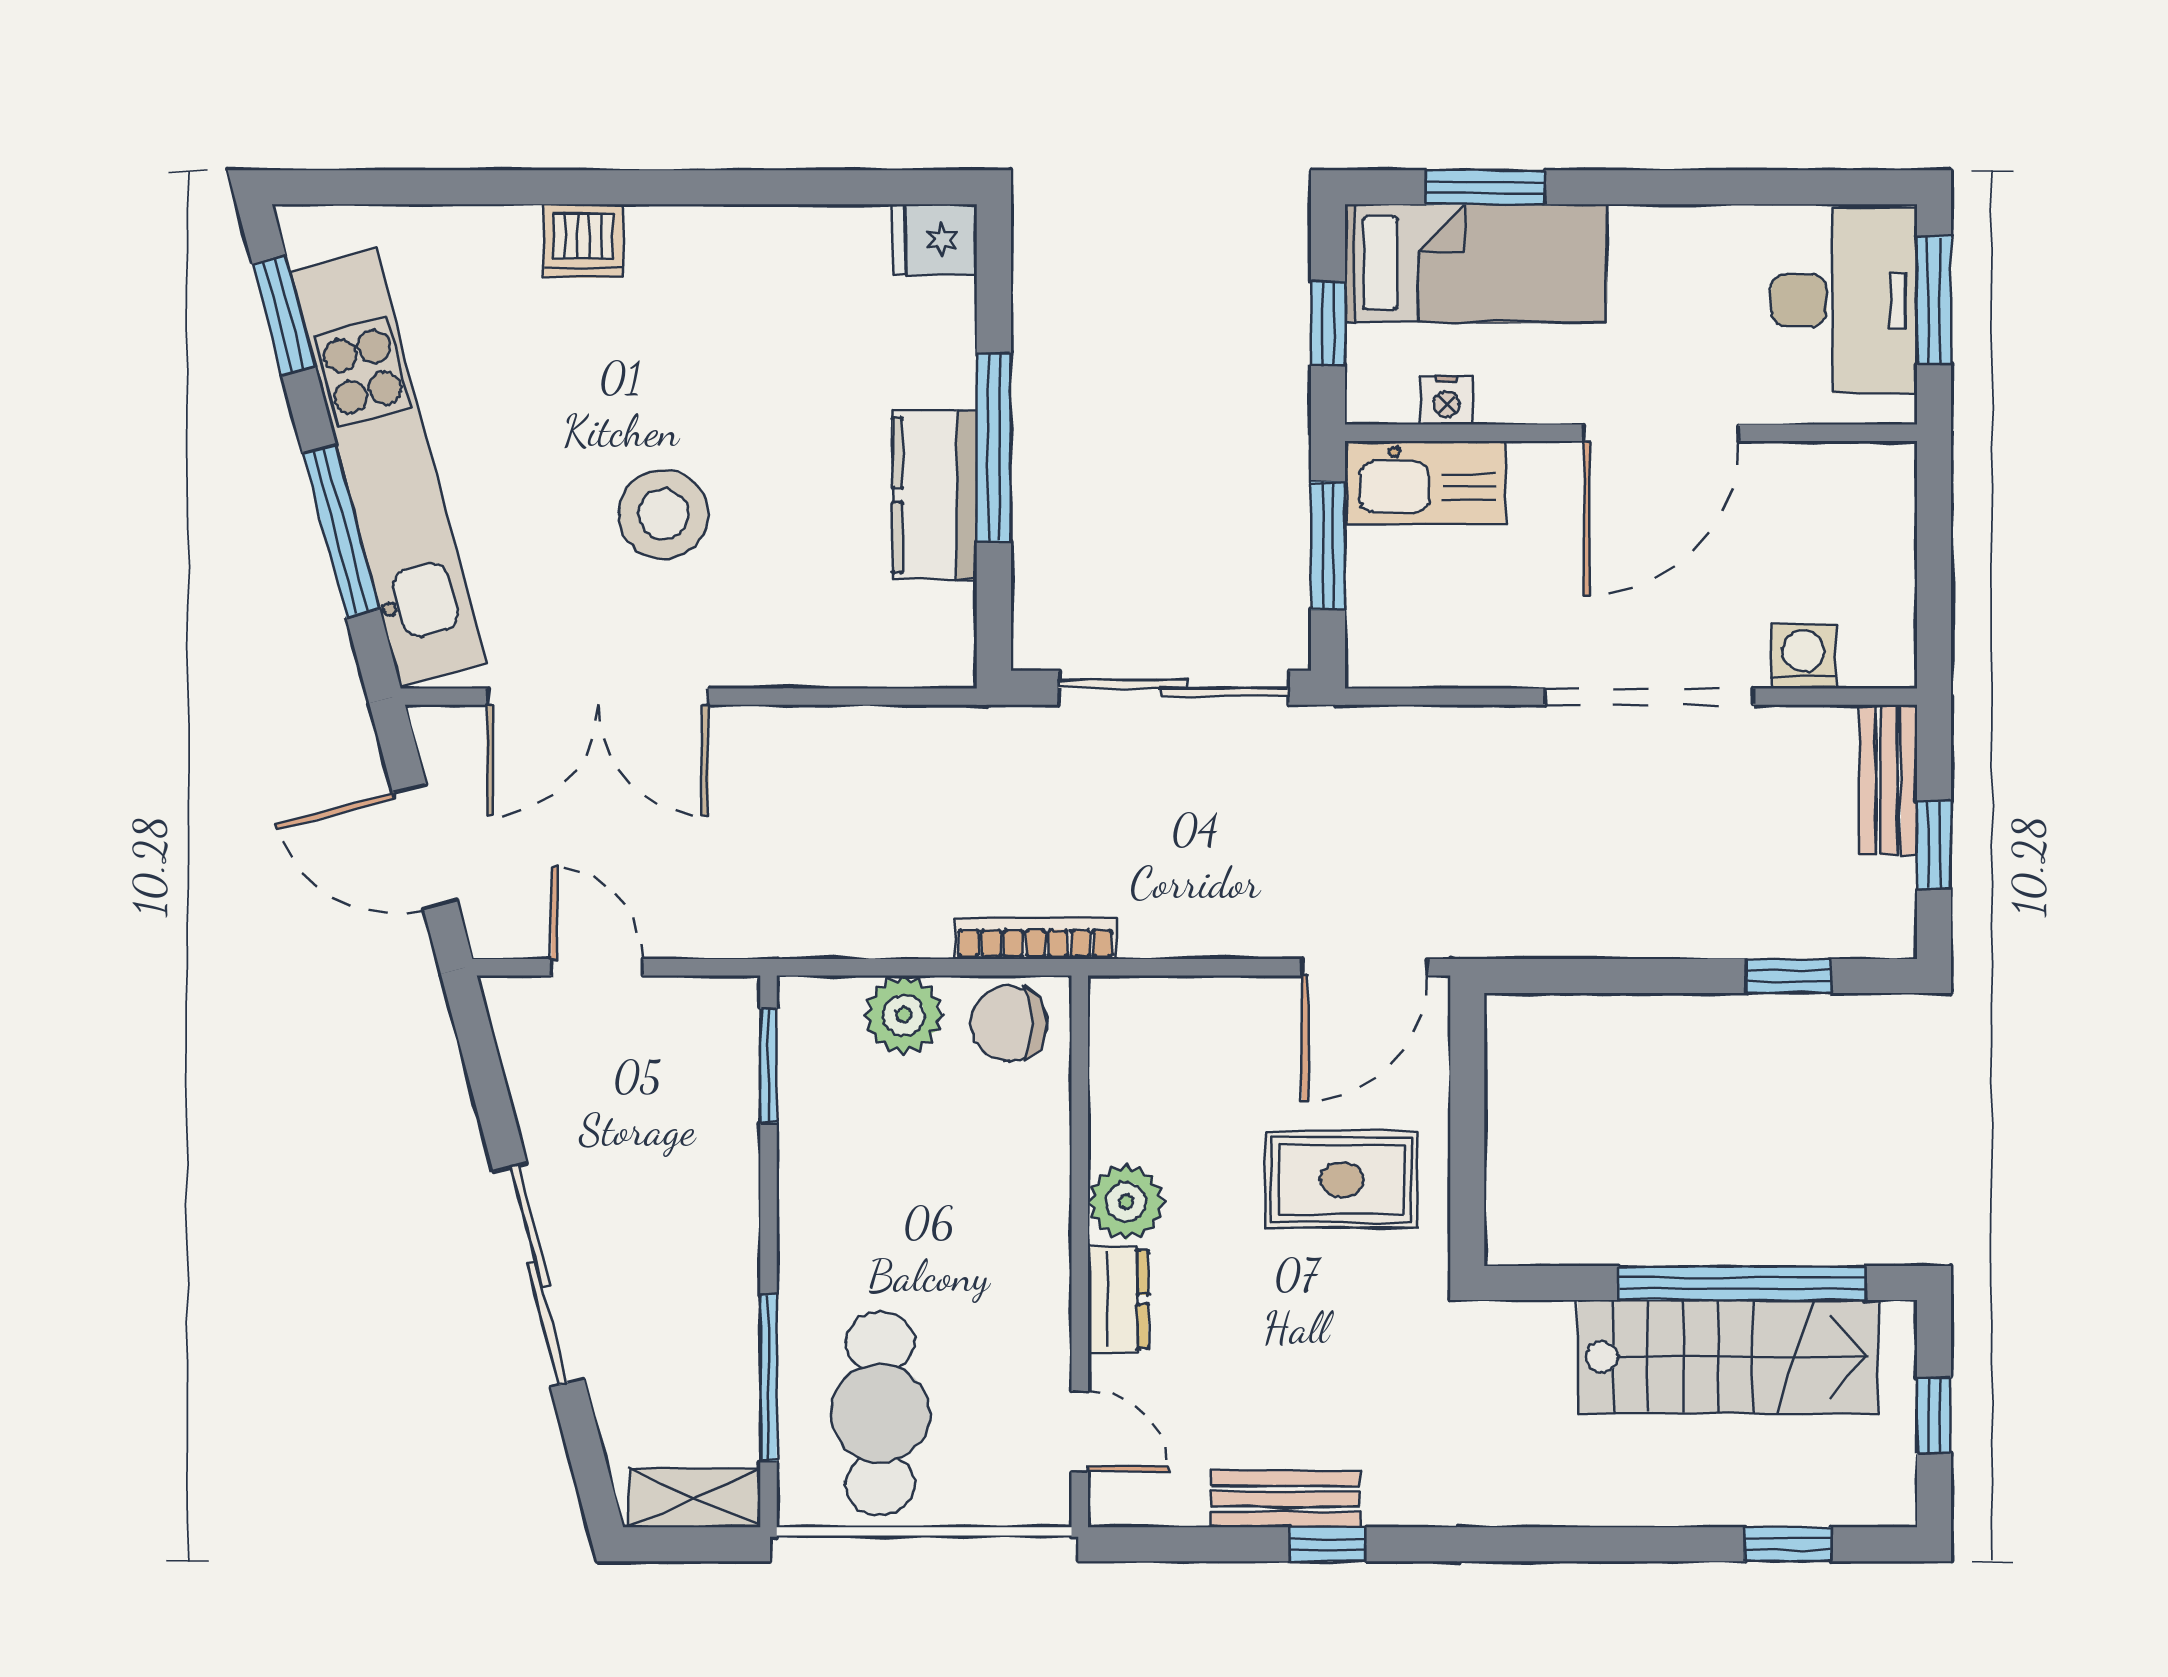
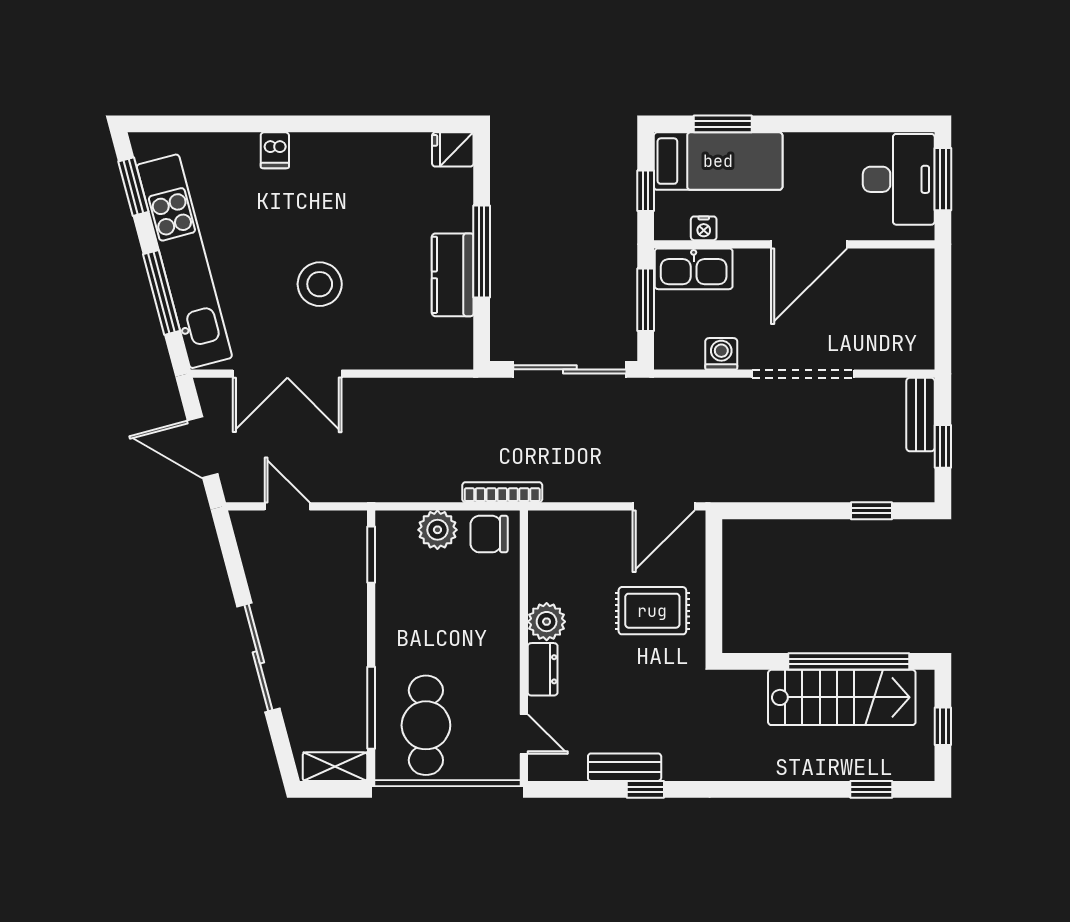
dishwasher: (583, 241) -> (275, 150), width x0.73
washing machine: (1803, 656) -> (721, 354), moved

